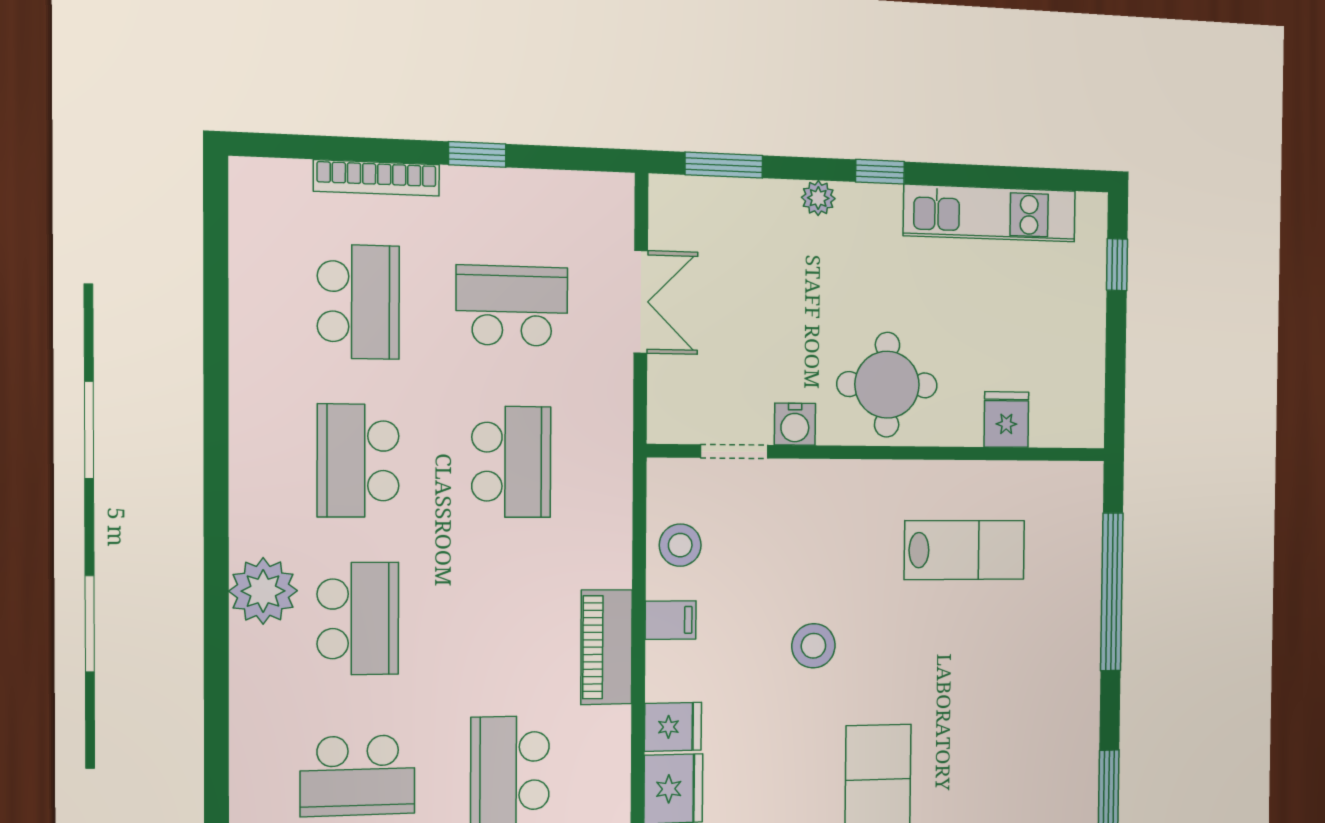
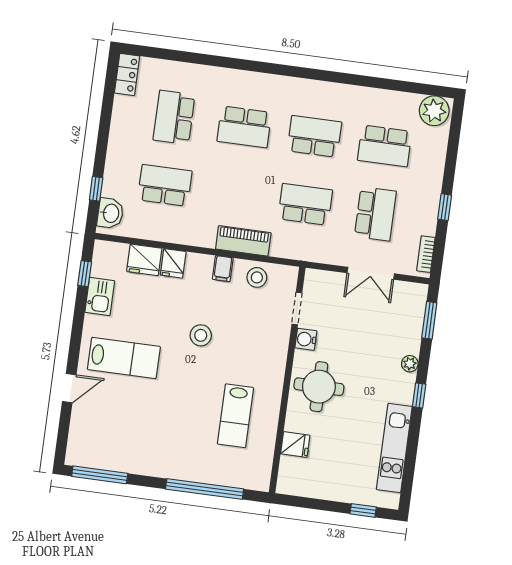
bookcase: (377, 178) -> (426, 254), moved, width x0.64
school desk: (511, 462) -> (305, 204), turned 180
plant: (263, 591) -> (434, 111), moved
piano: (606, 647) -> (243, 241), moved

